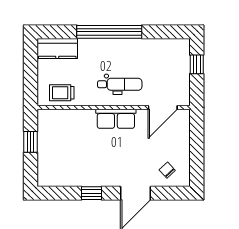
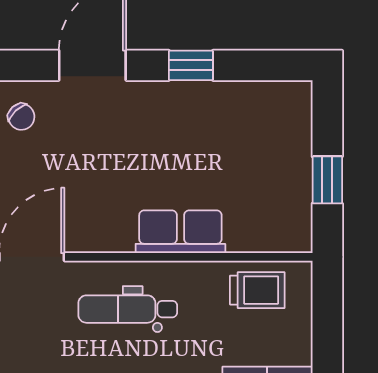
row of seats: (116, 119) -> (180, 232), moved

